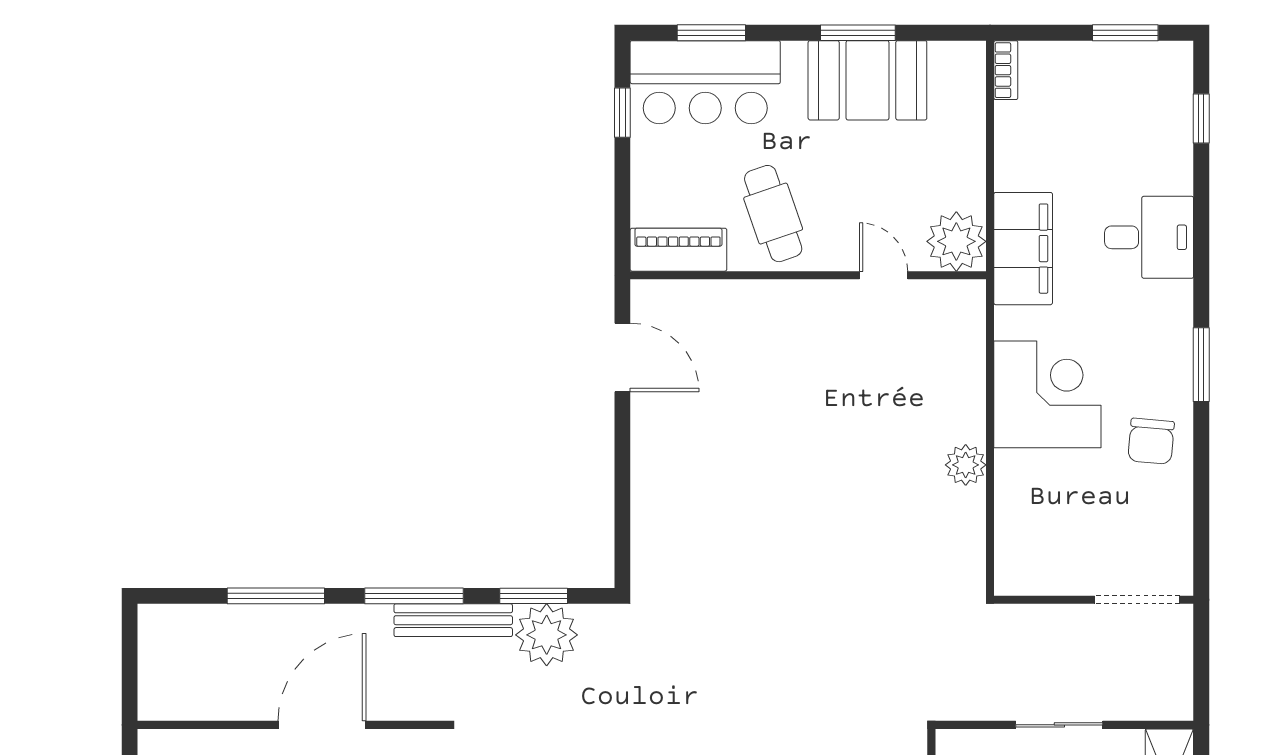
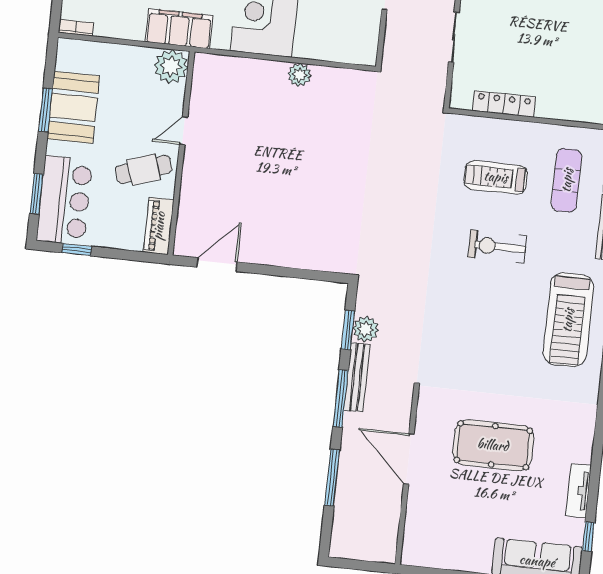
door: (884, 275) -> (184, 131), moved
plant: (547, 635) -> (366, 329), width x0.73, depth x0.73

